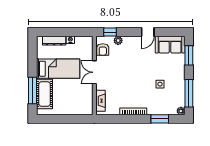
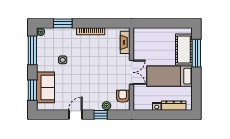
window: (110, 32) -> (101, 115), moved
sofa: (170, 45) -> (46, 87), moved, turned 90

